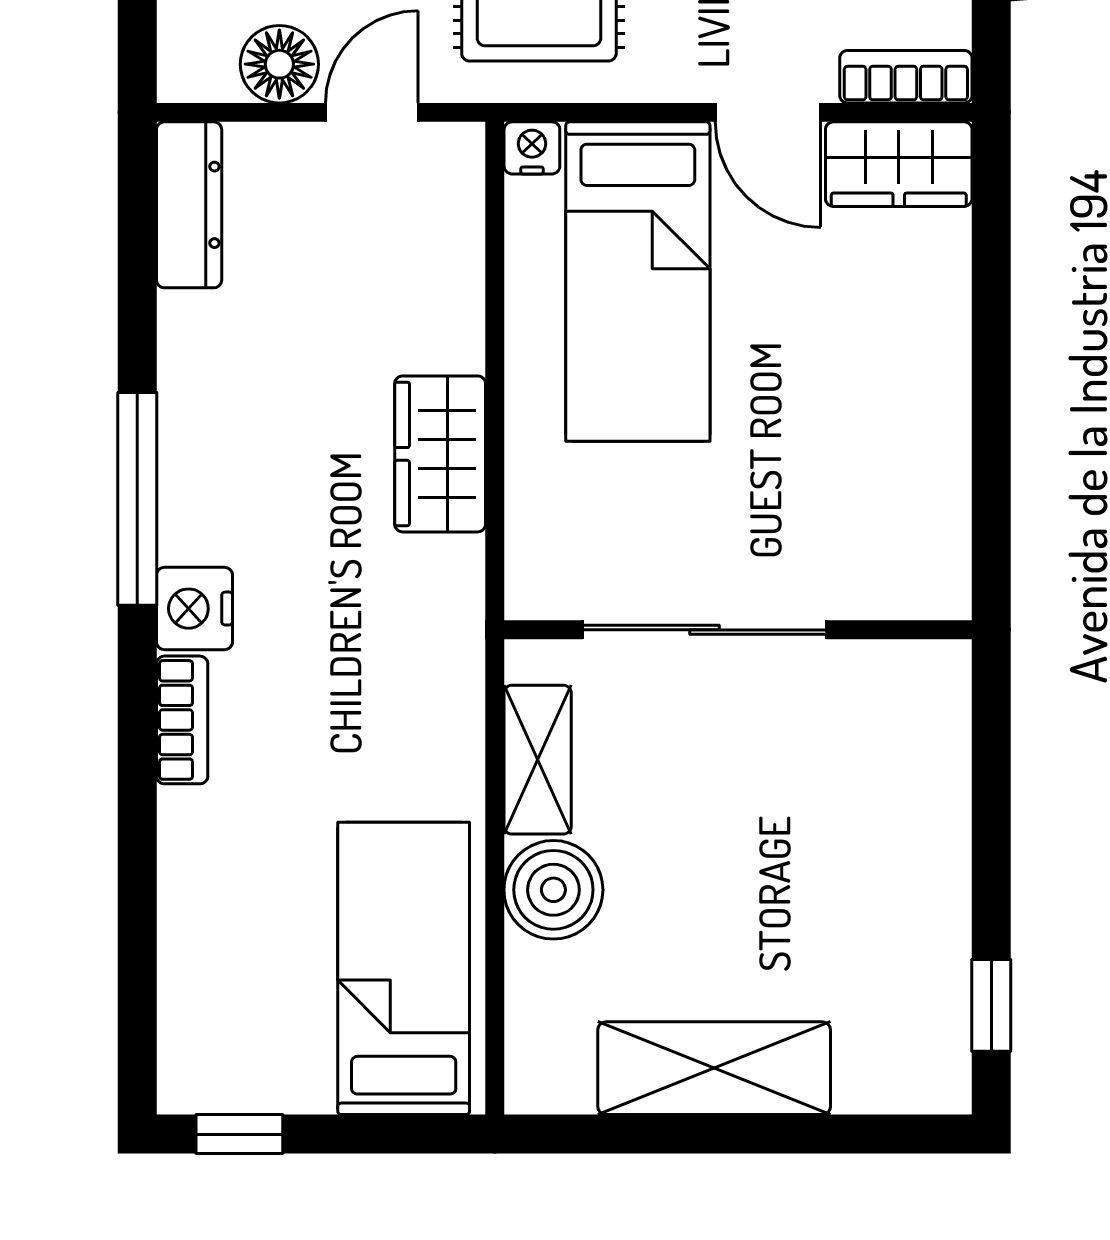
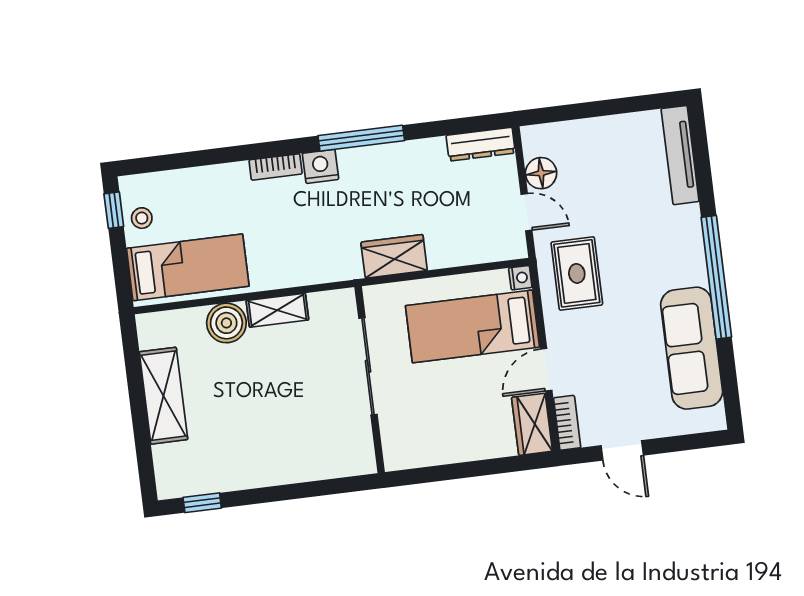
sliding door: (705, 630) -> (368, 366), moved
wall: (738, 630) -> (370, 380), moved
stool: (267, 1067) -> (142, 218), added

